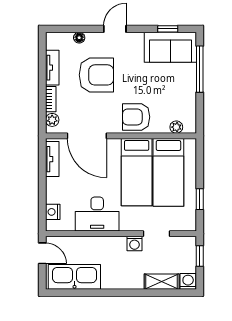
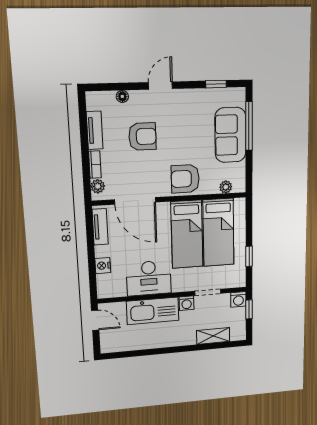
sofa: (170, 47) -> (230, 135), moved, turned 90
armchair: (96, 75) -> (142, 136), width x0.73, depth x0.73
nightstand: (53, 212) -> (103, 266), moved
kitchen sink: (74, 277) -> (153, 311), moved, turned 180
washing machine: (188, 281) -> (238, 299), moved, turned 180

